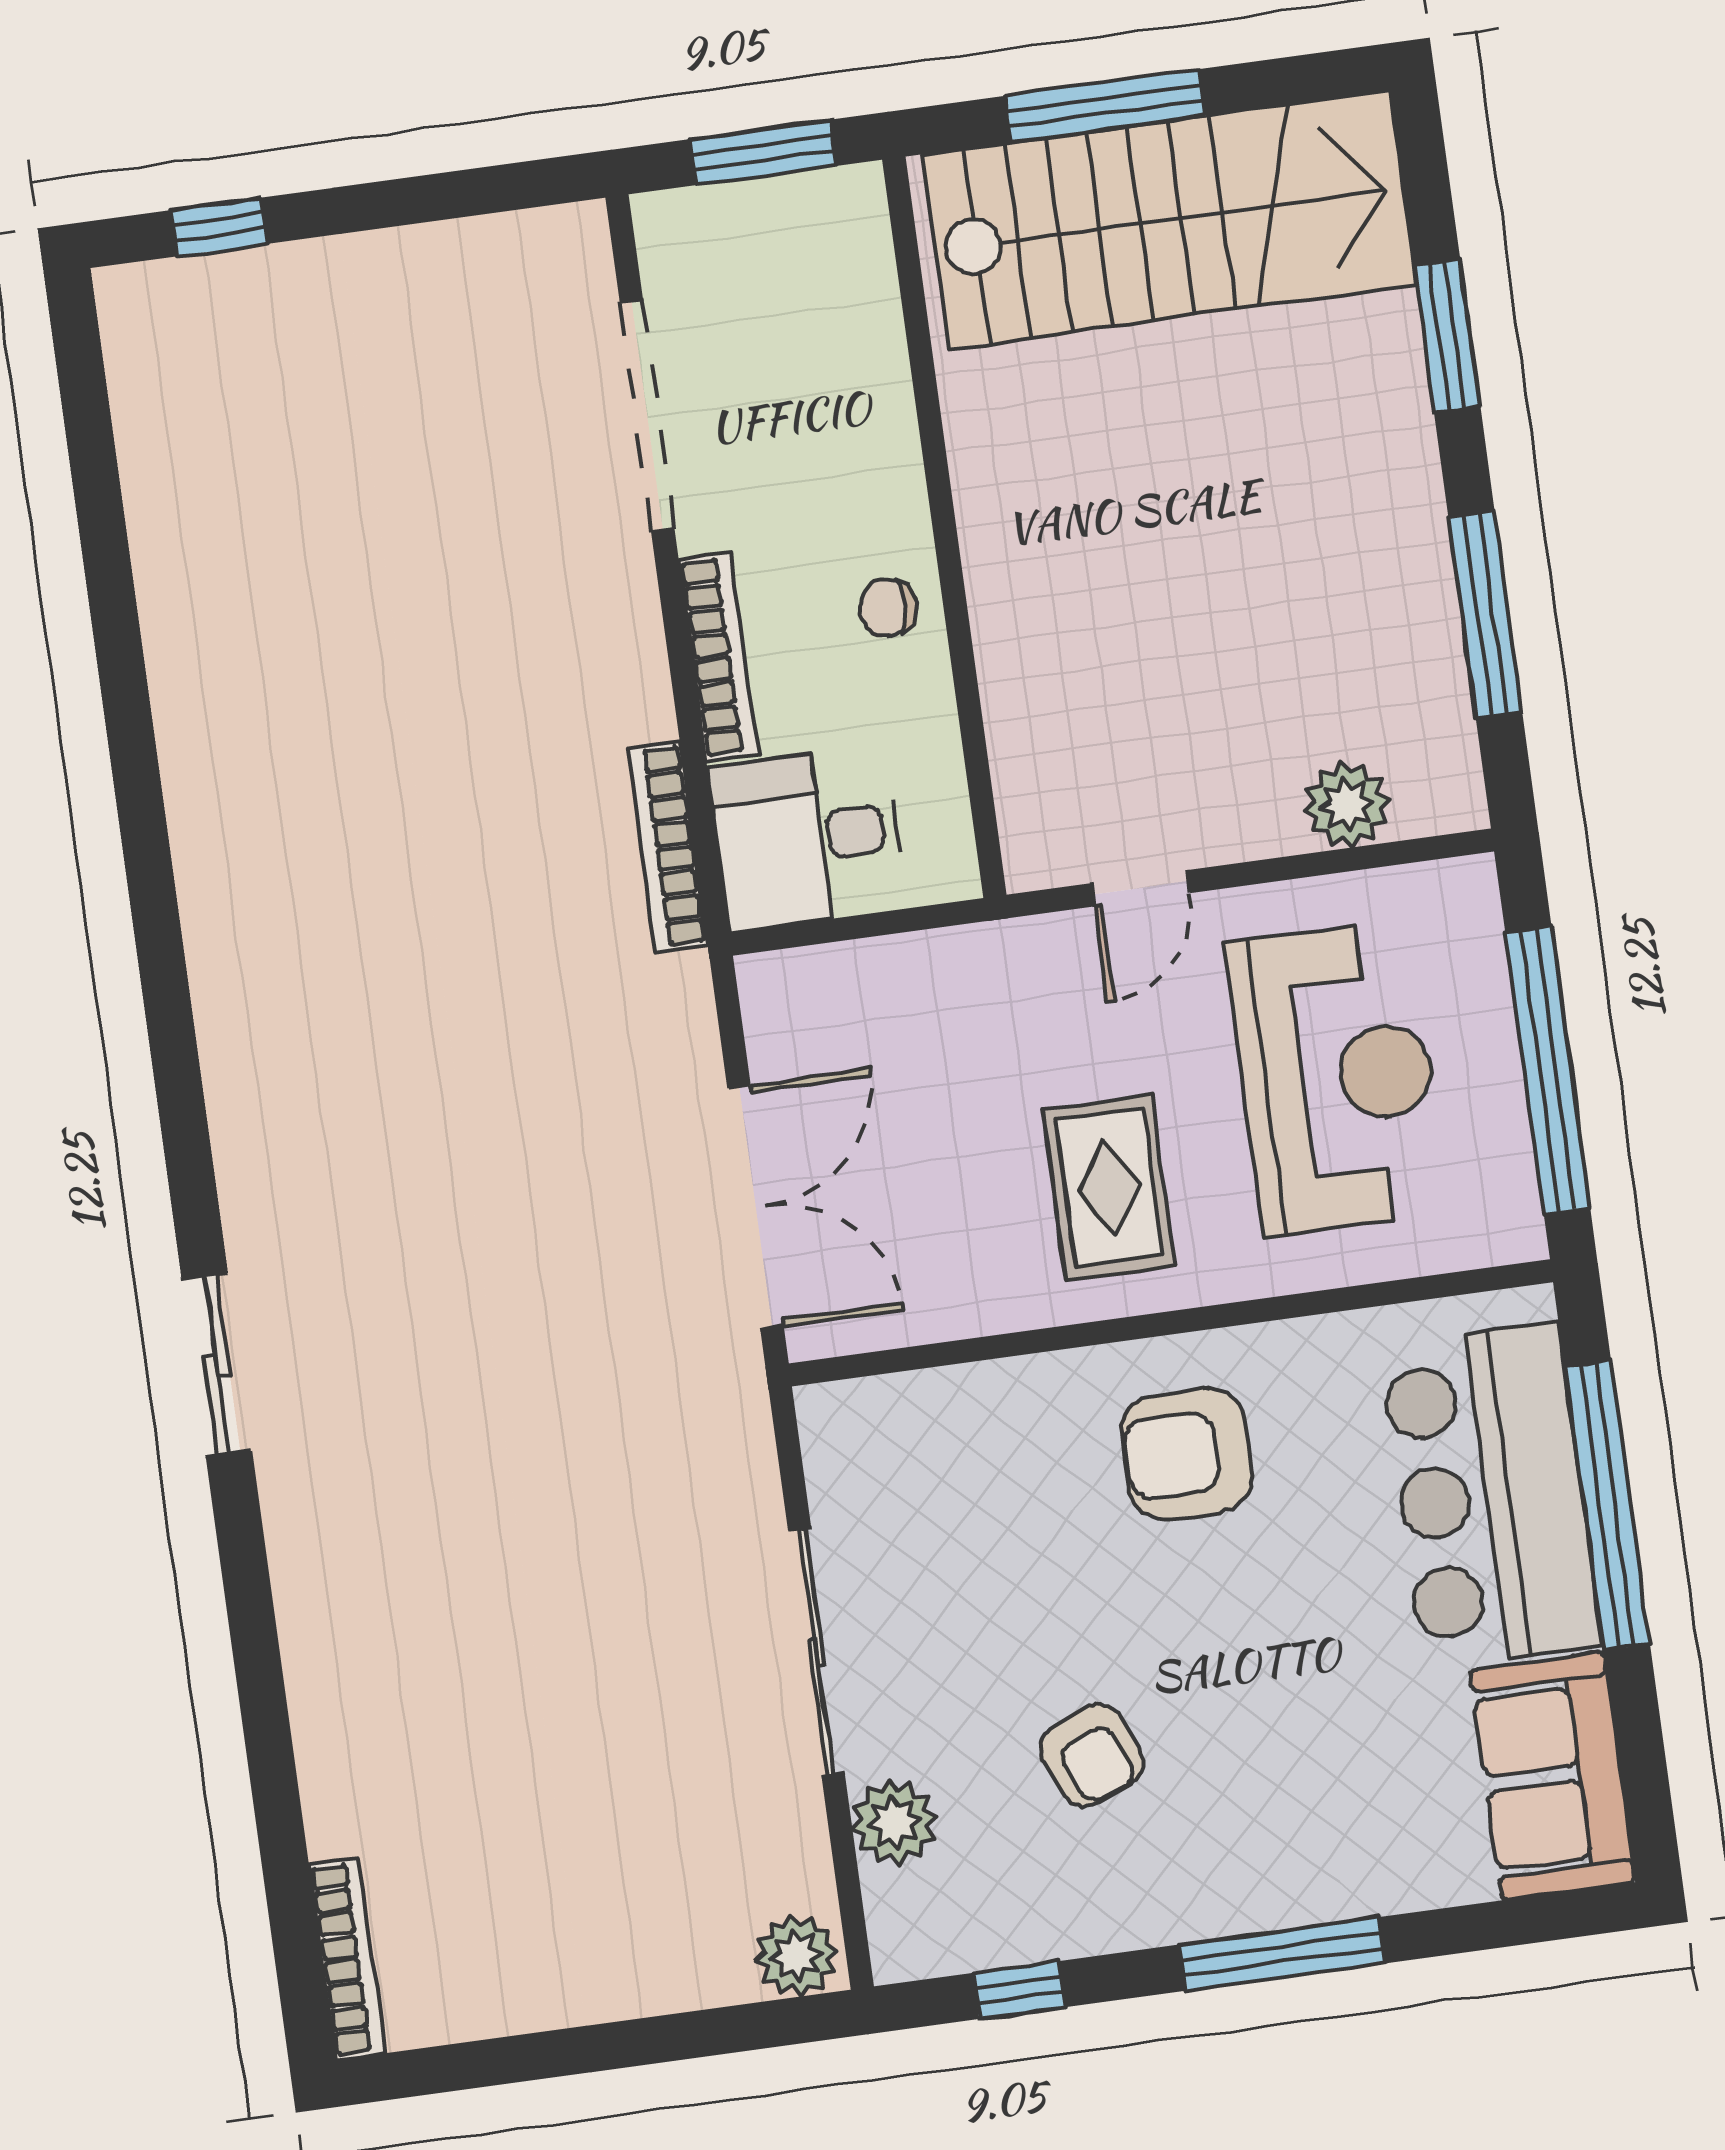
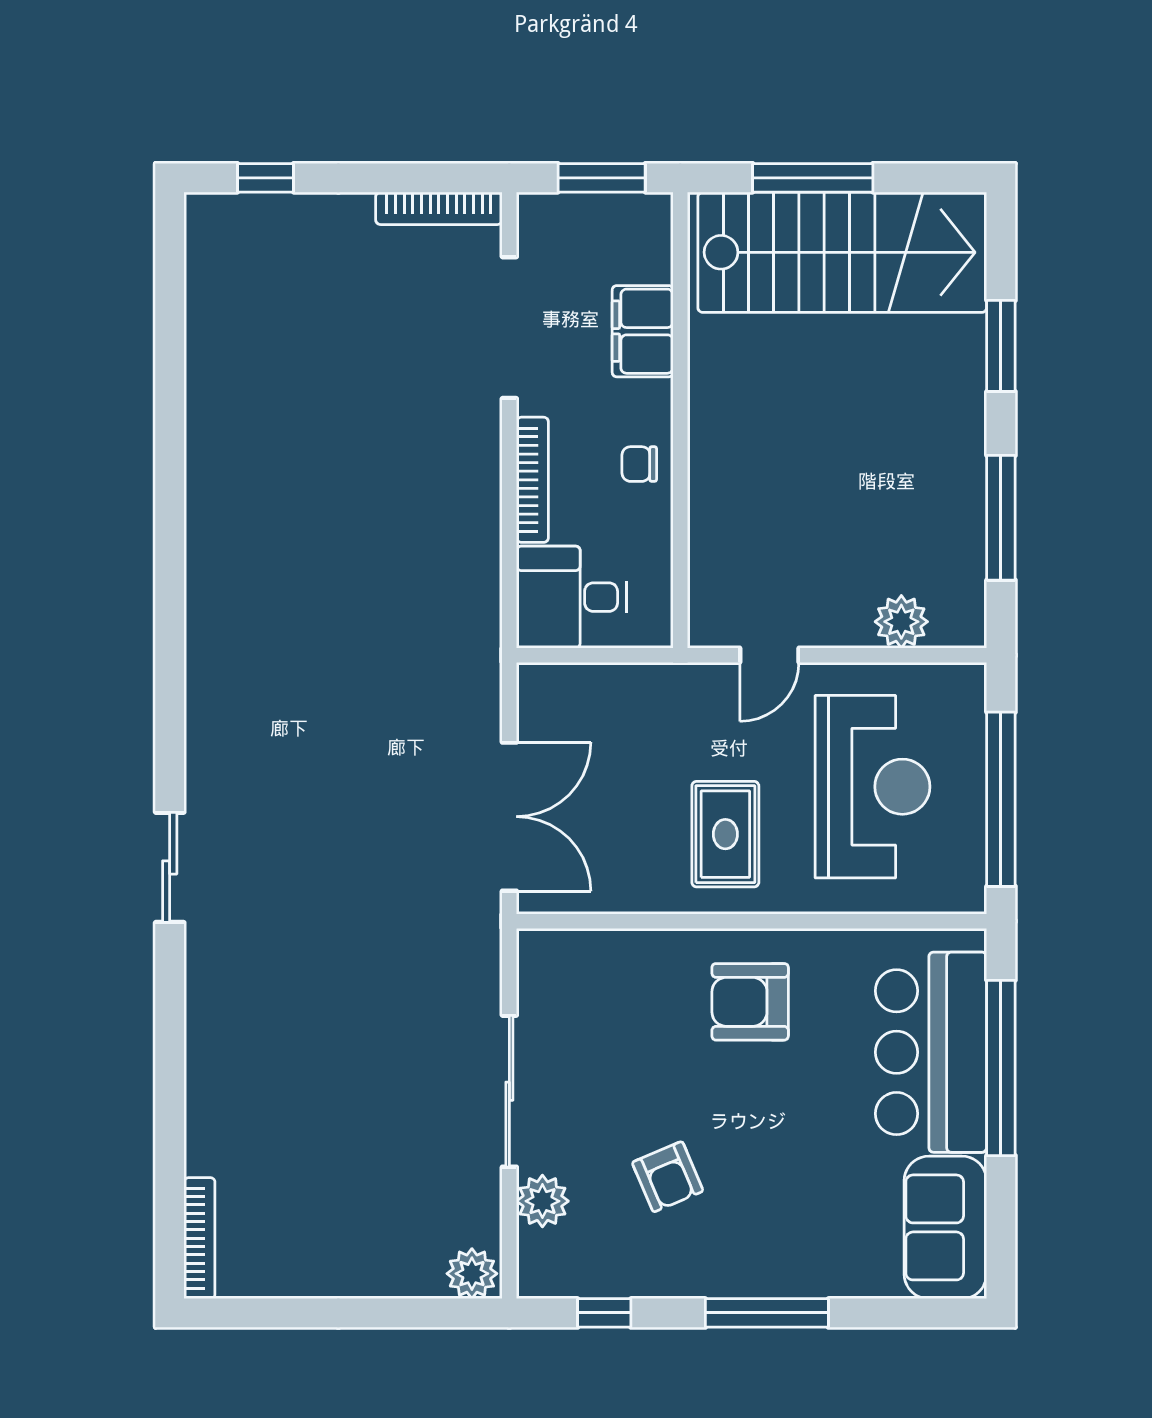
filing cabinet: (864, 392) -> (643, 331), added
bookcase: (668, 847) -> (439, 208), moved, turned -90

